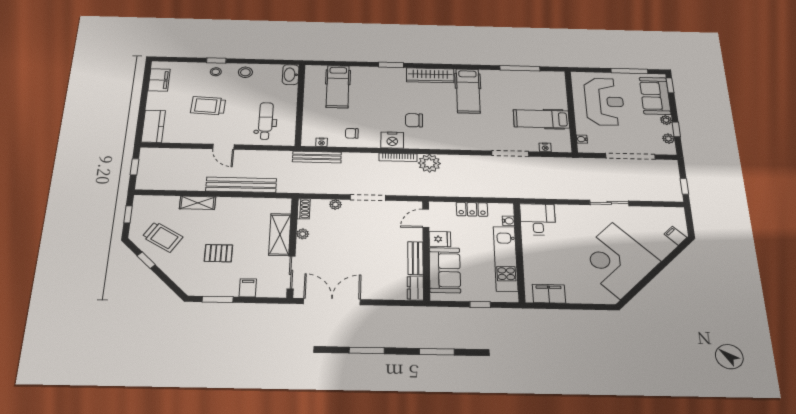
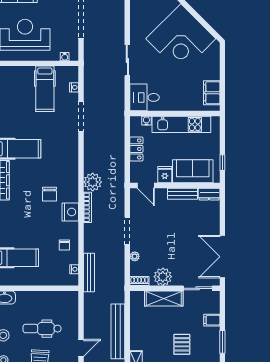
dental chair: (266, 121) -> (42, 329), moved
sliding door: (609, 203) -> (127, 60), moved
plant: (303, 234) -> (163, 277), width x1.88, depth x1.88
window: (480, 305) -> (222, 163), moved

